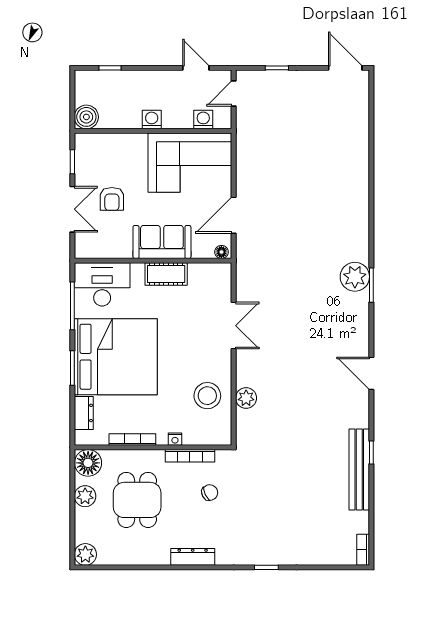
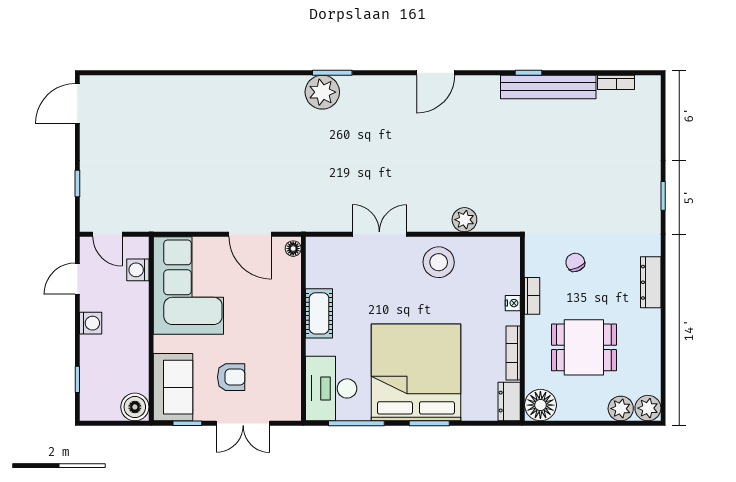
washing machine: (152, 119) -> (91, 323), moved, turned 180
double door: (72, 209) -> (243, 423), swing flipped
sofa: (162, 242) -> (173, 387), moved, turned 180
stool: (207, 396) -> (439, 262), moved
dresser: (84, 413) -> (509, 402), moved, turned -90
bookcase: (190, 456) -> (532, 296), width x0.64
plant: (85, 496) -> (621, 409), moved
bookcase: (363, 550) -> (616, 82), moved

